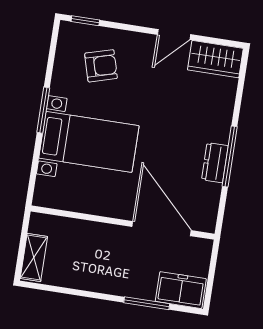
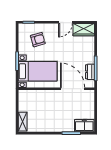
wall: (123, 223) -> (56, 89), moved
door: (162, 229) -> (73, 89), moved

